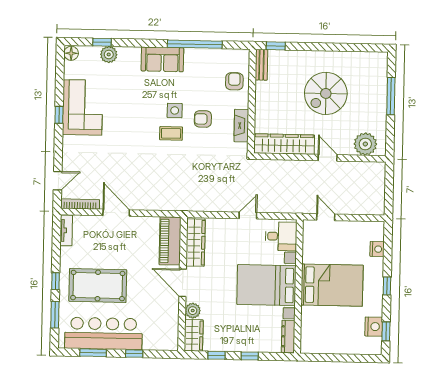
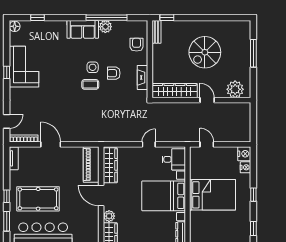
plant: (109, 54) -> (105, 27), moved
nightstand: (374, 327) -> (244, 154), moved

